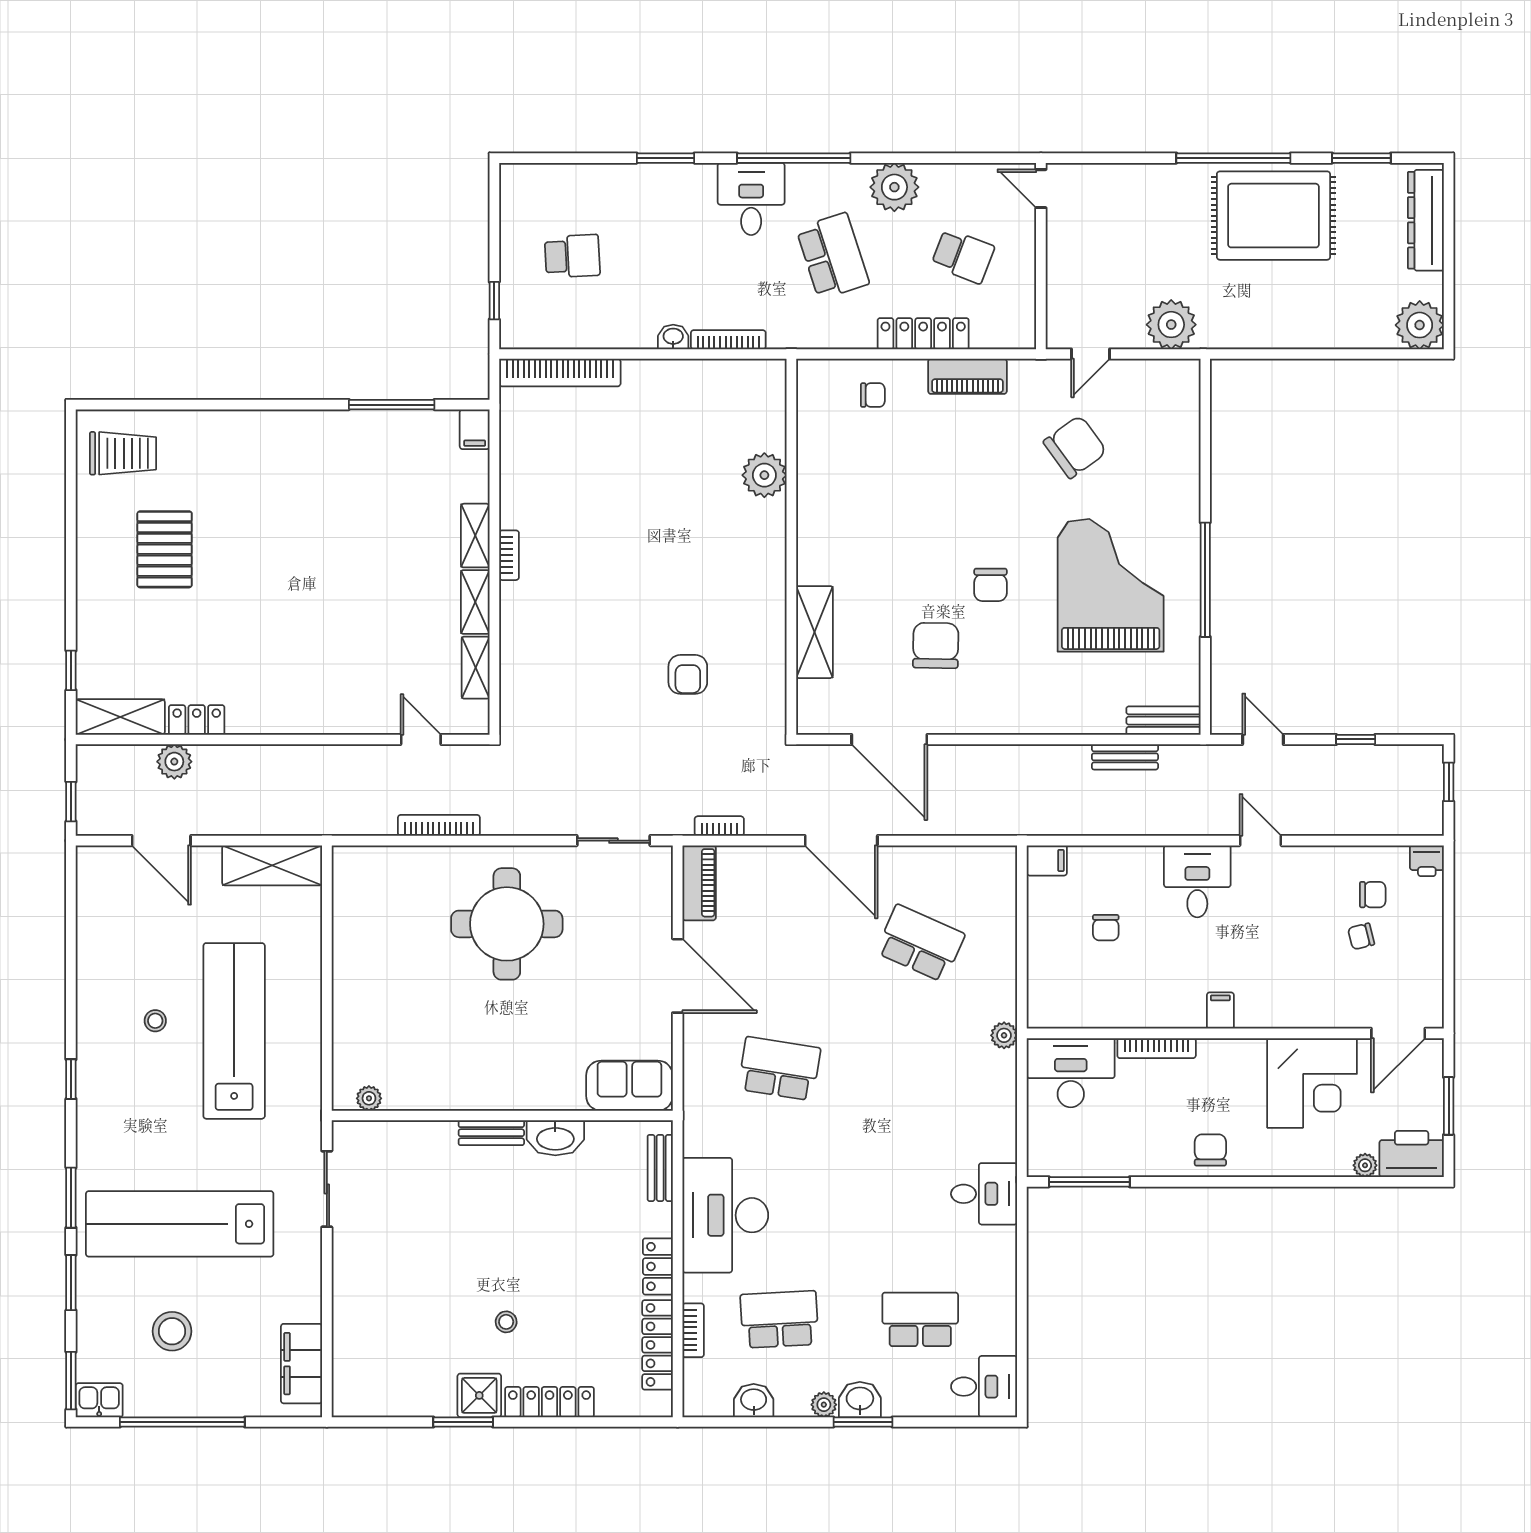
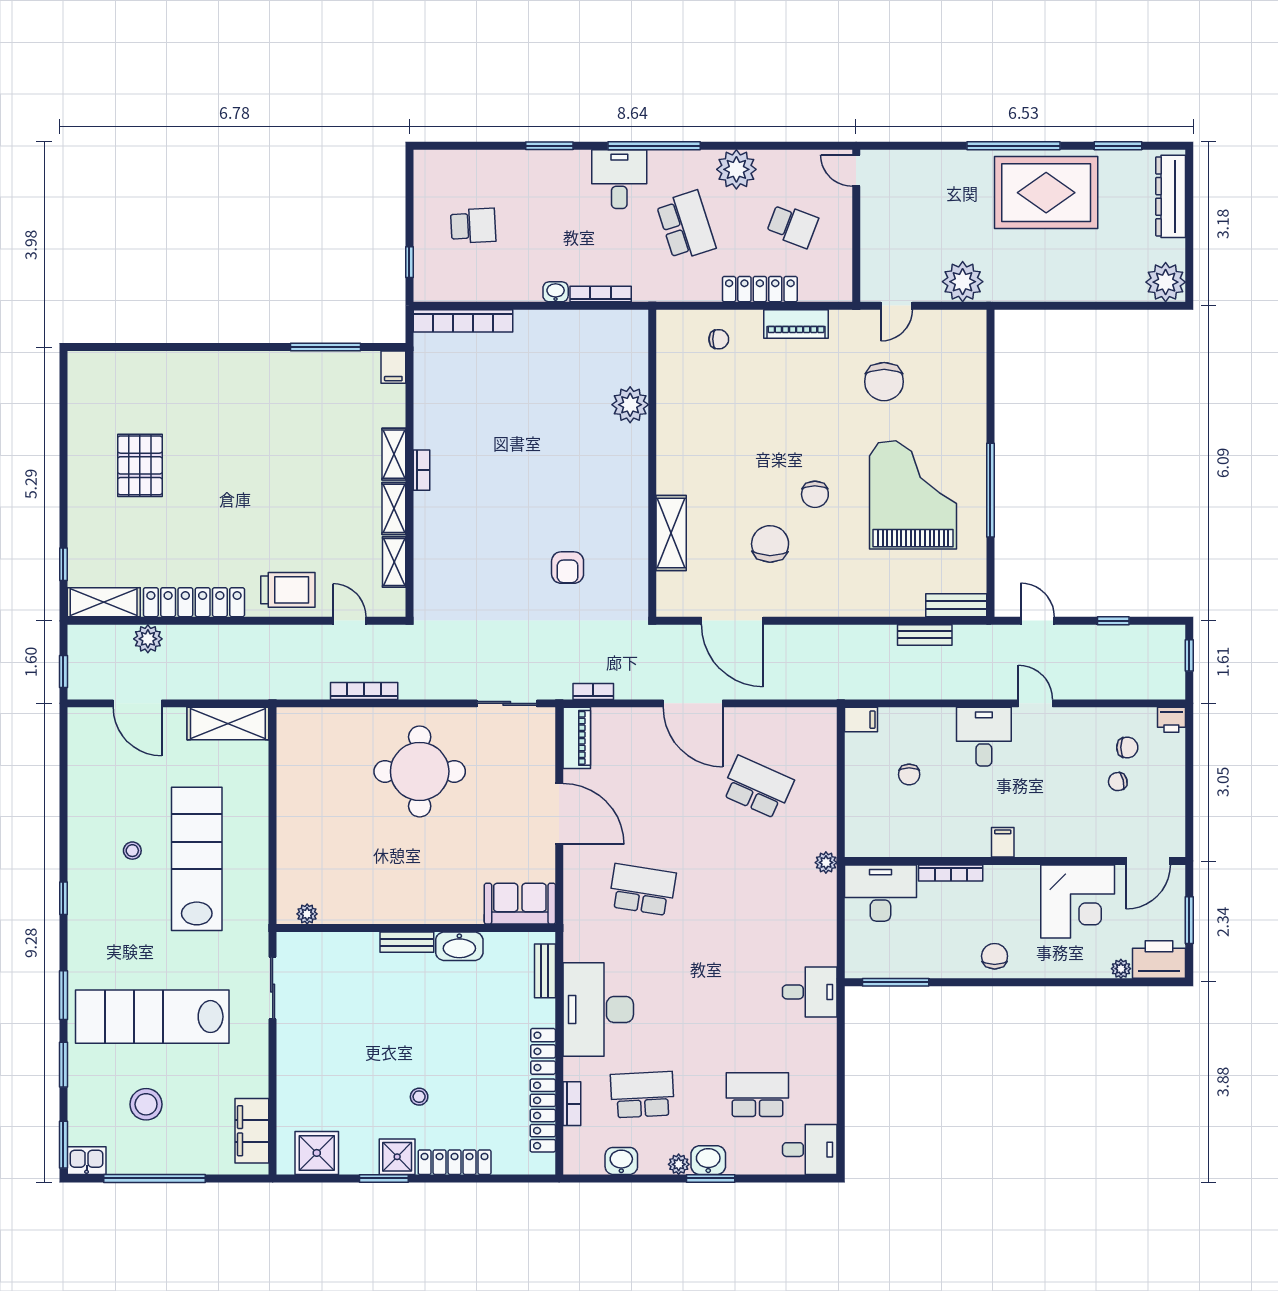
chair: (1075, 447) -> (884, 382), turned 126
trolley: (123, 453) -> (288, 590), moved
locker: (197, 720) -> (194, 602), width x2.16, depth x1.21
shower: (381, 1391) -> (317, 1153), added

